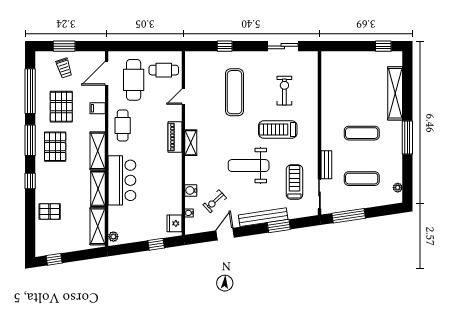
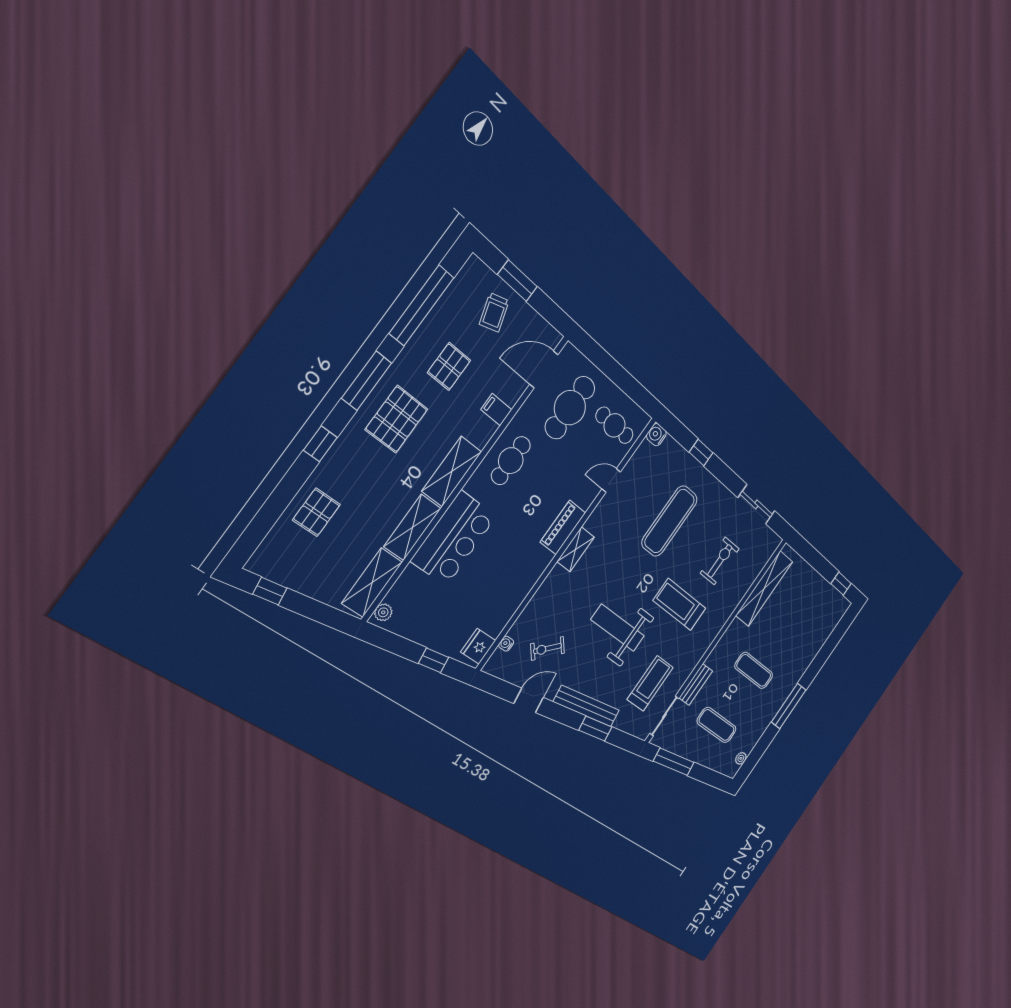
shelving: (395, 93) -> (764, 589), moved
pallet: (61, 107) -> (449, 367), width x0.67, depth x0.71
water cooler: (191, 190) -> (656, 435), moved
pallet: (50, 211) -> (317, 512), turned 90

